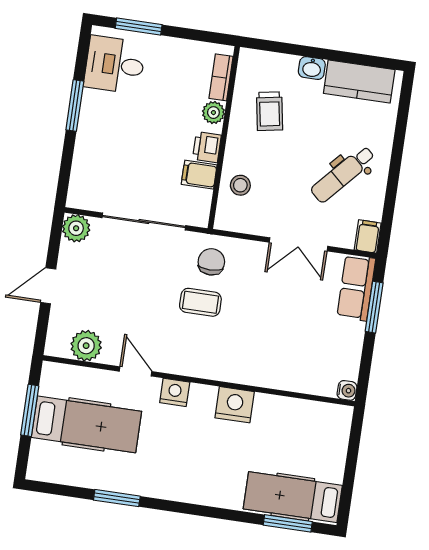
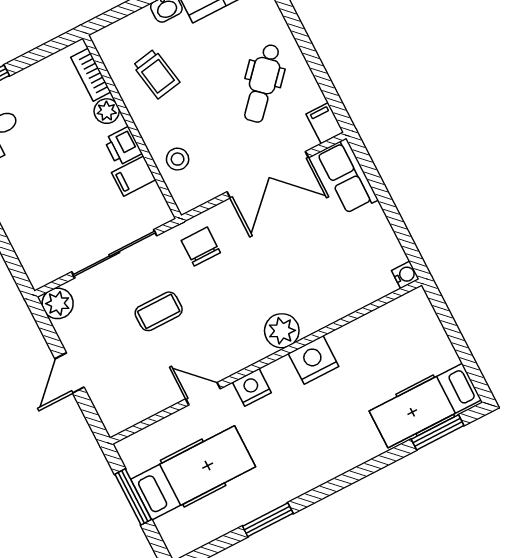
double door: (298, 244) -> (268, 175), width x1.37
coffee table: (200, 302) -> (159, 311), moved
window: (374, 307) -> (376, 183), removed
plant: (86, 346) -> (282, 331), moved

